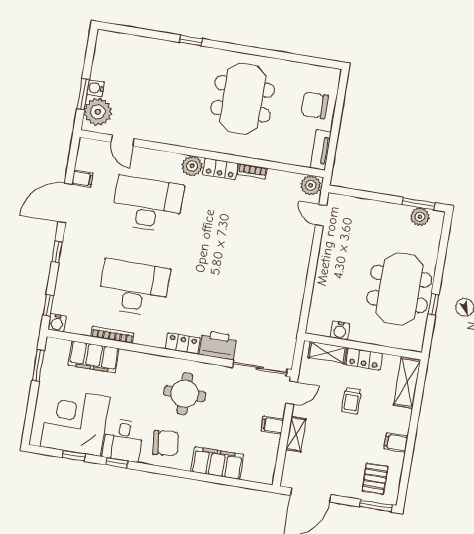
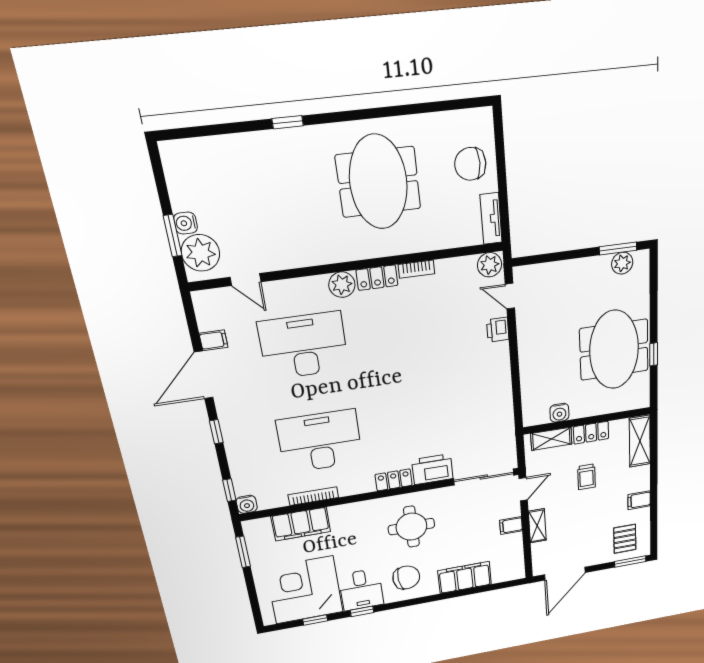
printer: (304, 240) -> (498, 330), added

